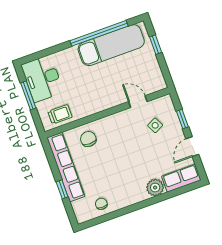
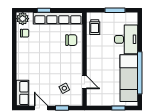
desk: (42, 79) -> (126, 39), moved, turned 90
door: (138, 102) -> (84, 82), hinge flipped
plant: (155, 188) -> (23, 19), moved

